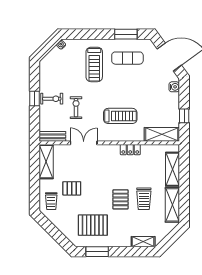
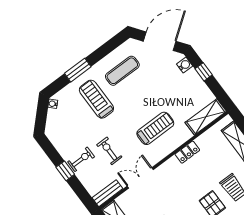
window: (126, 34) -> (78, 70), moved
treadmill: (94, 64) -> (96, 99), turned 180
window: (184, 116) -> (204, 72), moved

